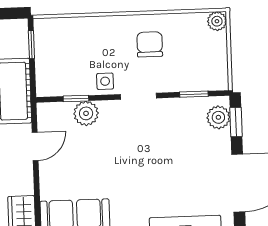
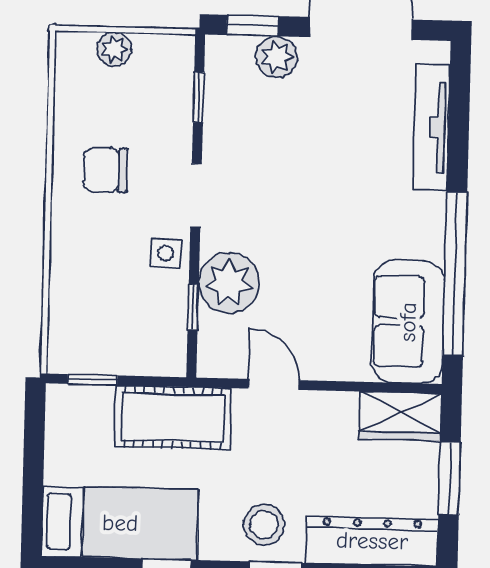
plant: (217, 21) -> (114, 49), moved
plant: (86, 113) -> (229, 283), width x1.36, depth x1.36
plant: (218, 117) -> (277, 57), moved

